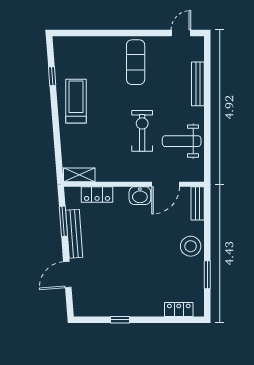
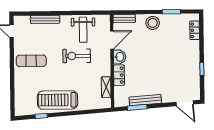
treadmill: (76, 101) -> (58, 100), width x1.37, depth x1.38
shelving: (79, 175) -> (106, 87), moved
door: (166, 184) -> (112, 40), hinge flipped
locker: (97, 194) -> (119, 75), moved
door: (67, 274) -> (185, 103), moved

